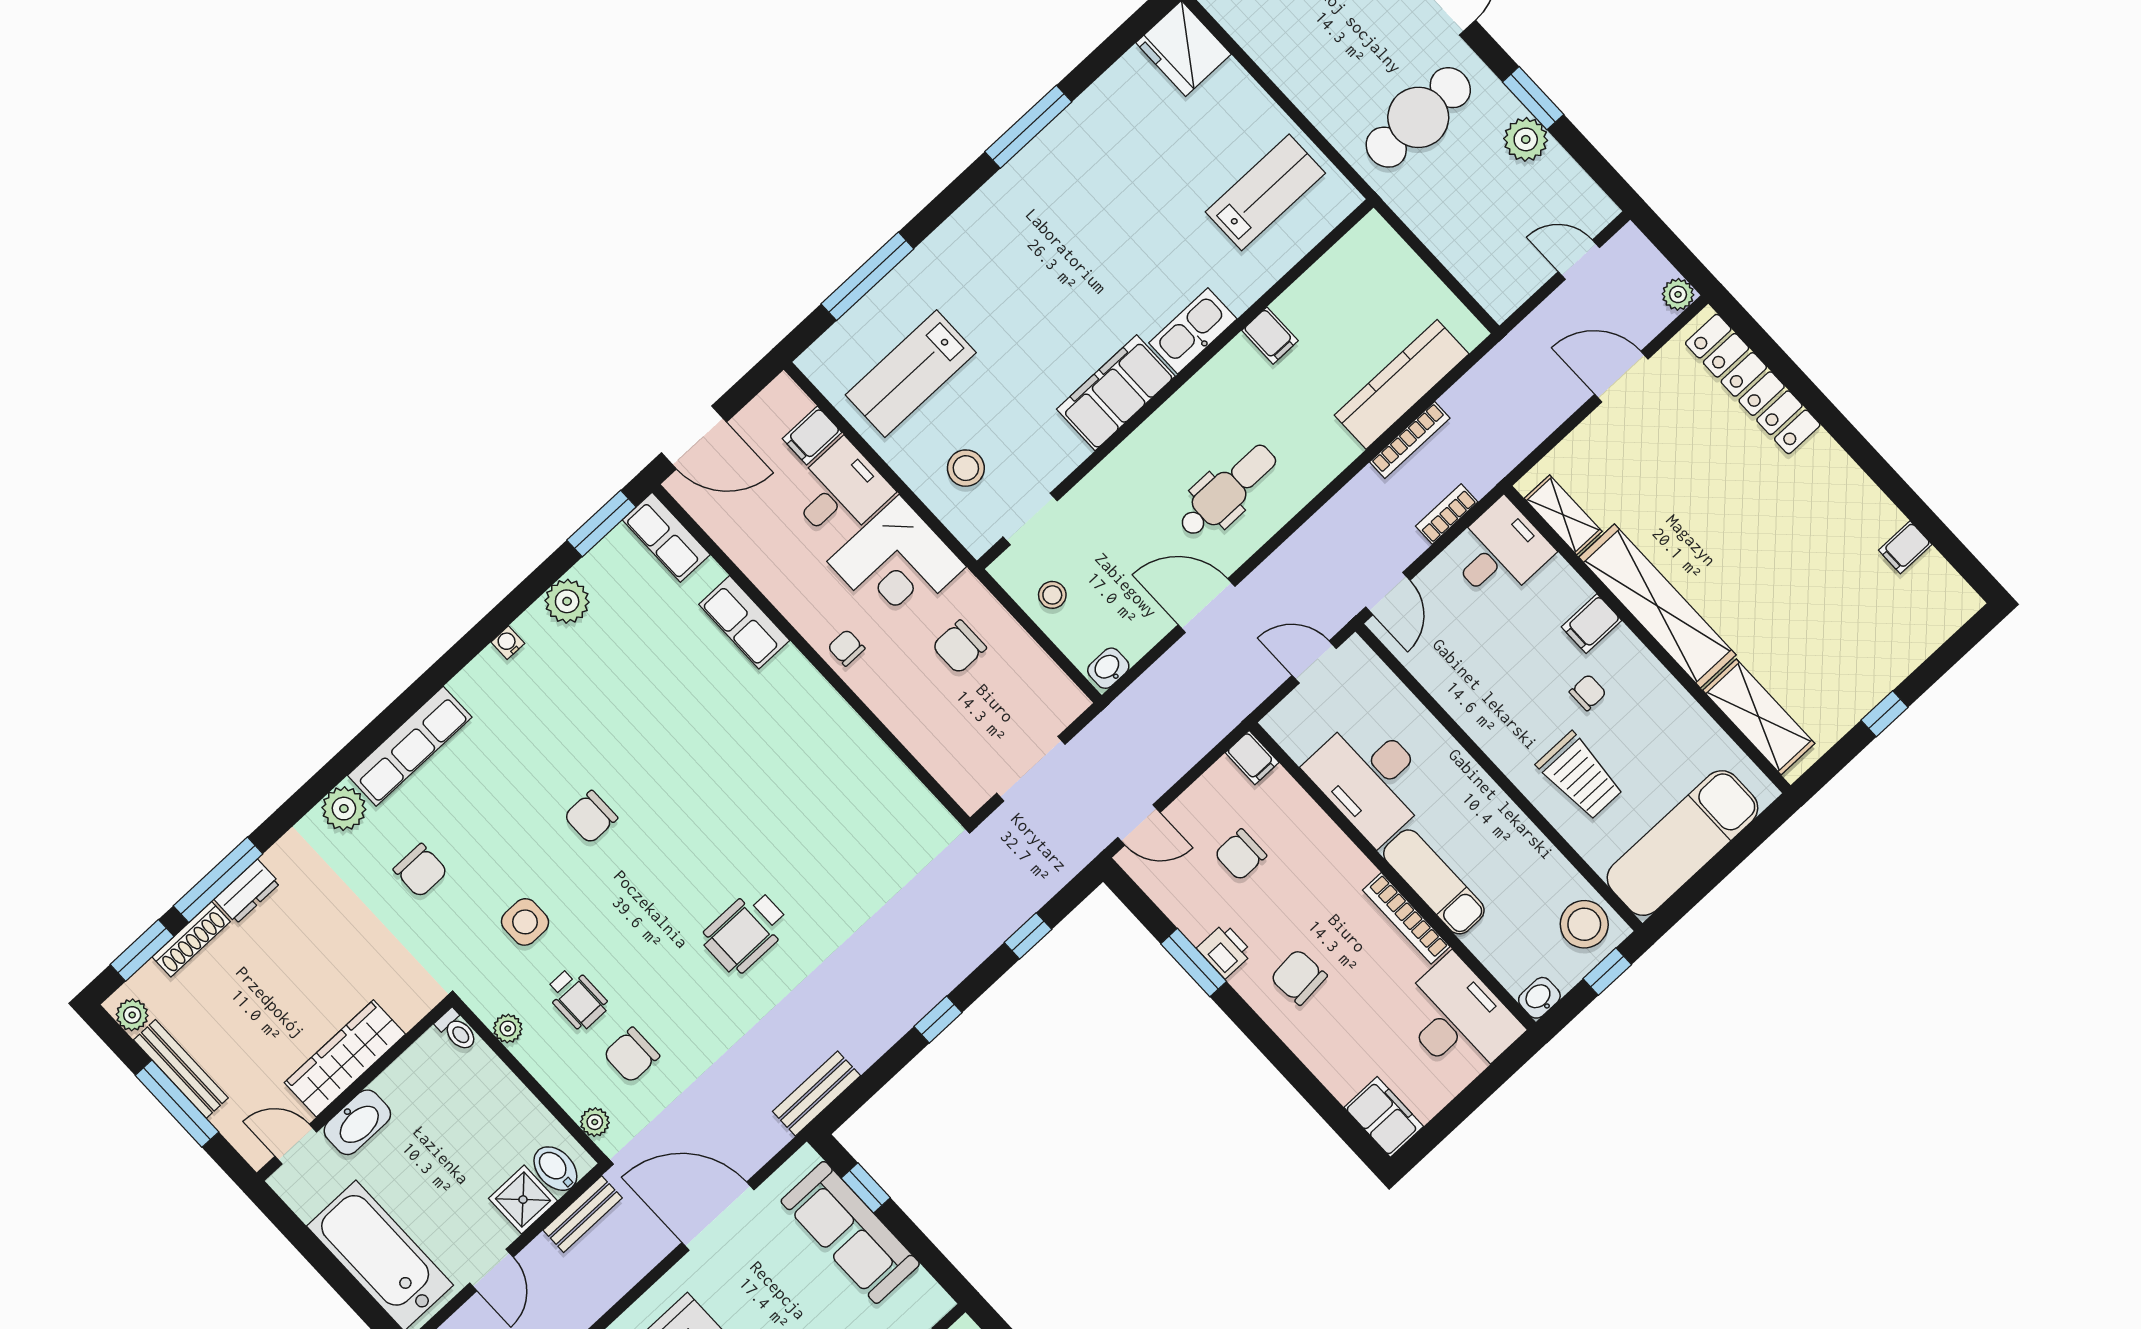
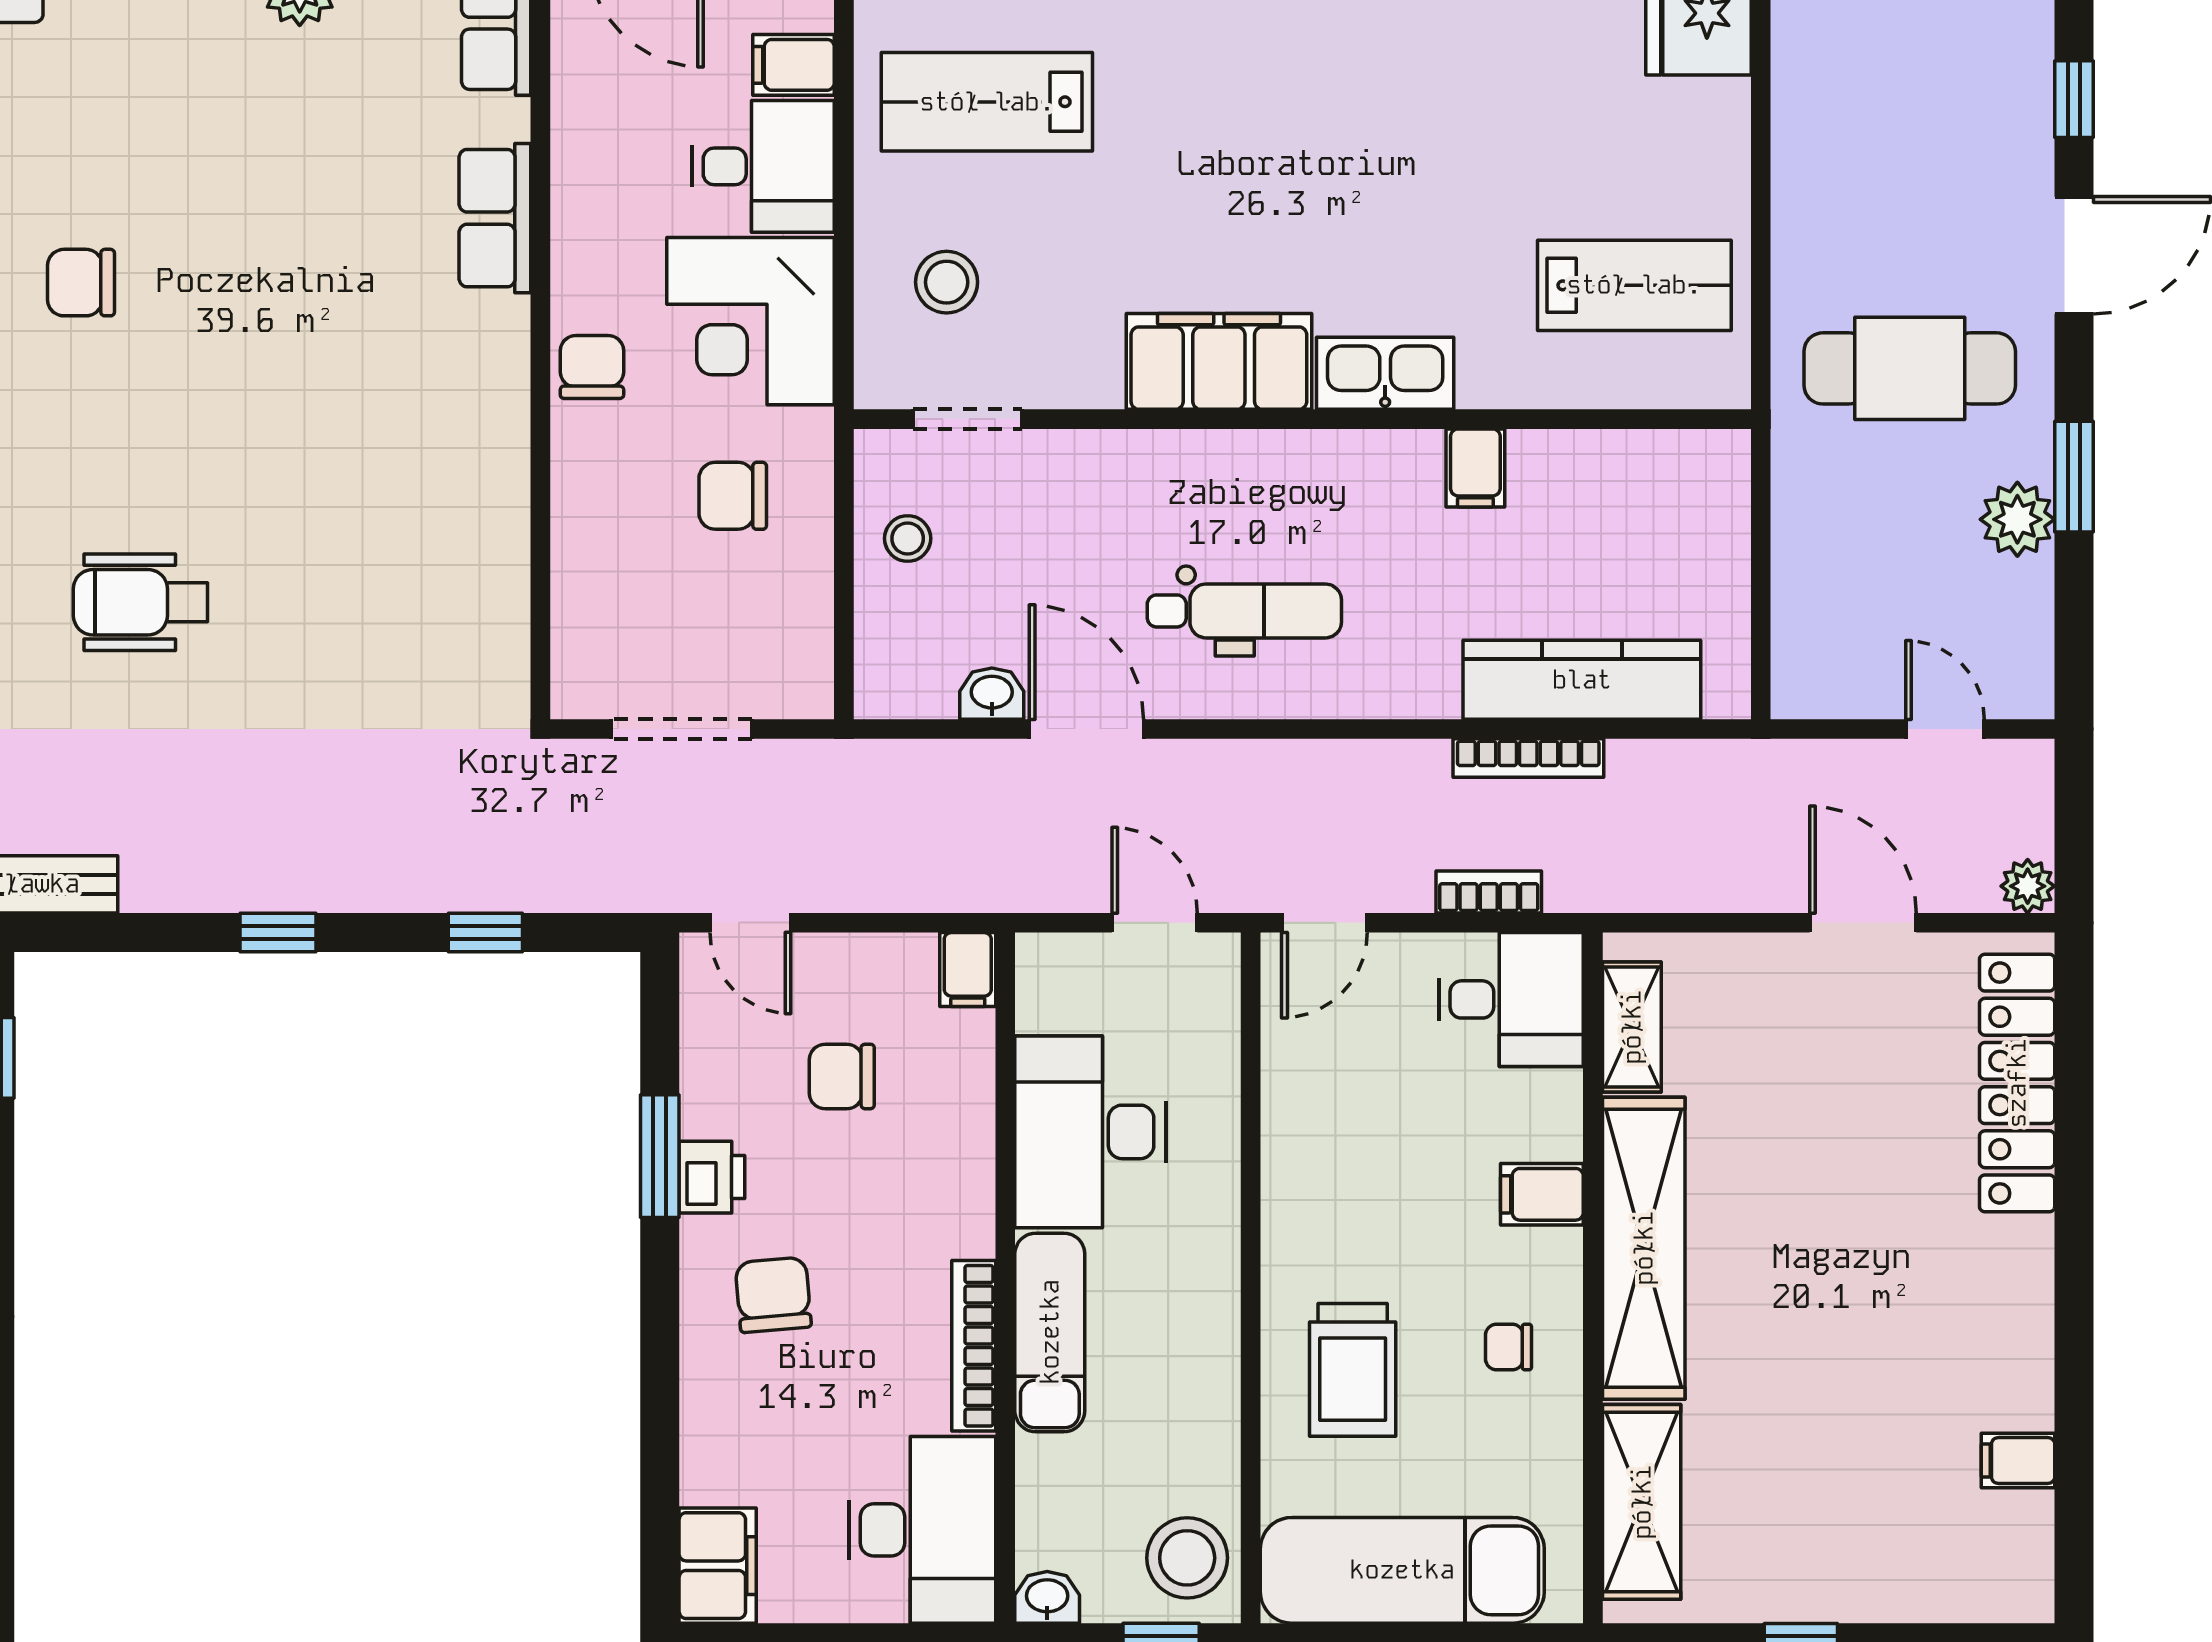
chair: (846, 648) -> (592, 367), width x1.37, depth x1.37
washbasin: (1108, 668) -> (992, 694), moved
chair: (1588, 692) -> (1509, 1347), moved, turned 180

